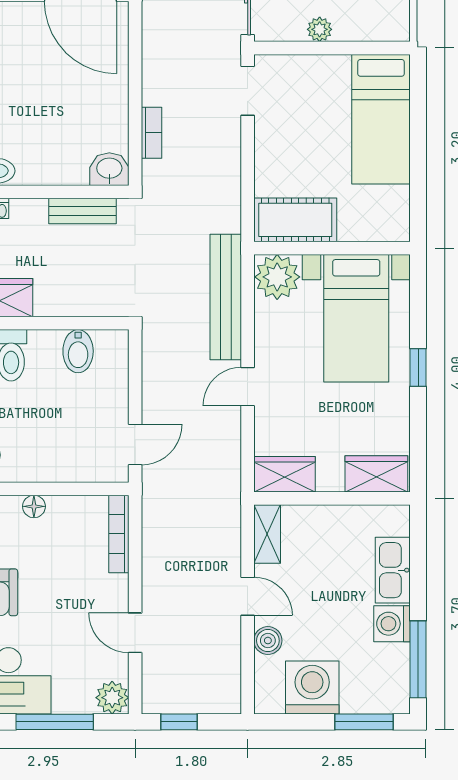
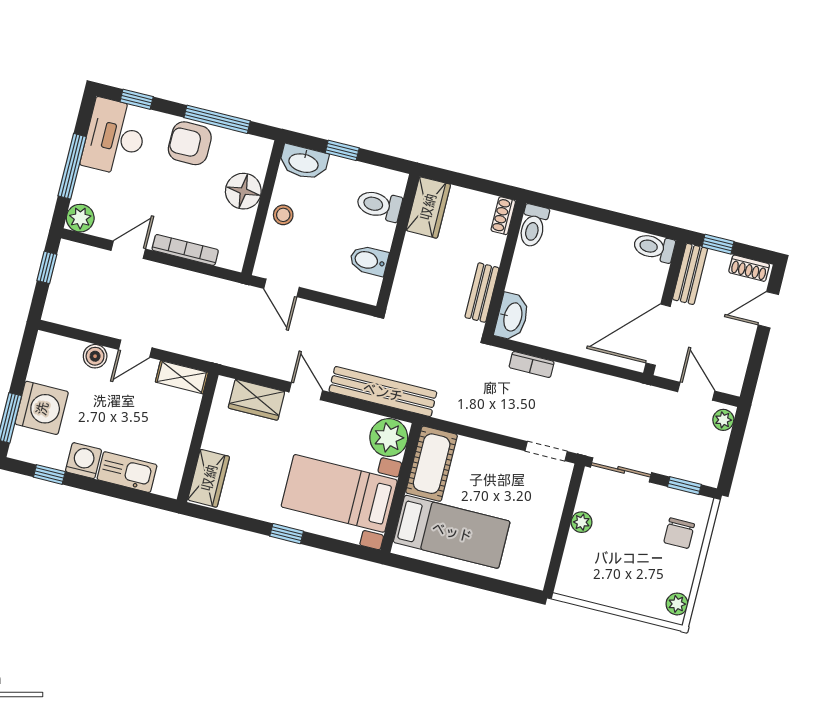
bed: (381, 119) -> (452, 532), moved, turned 180
washbasin: (109, 169) -> (512, 317), width x1.38
stool: (50, 463) -> (283, 215), added
wardrobe: (285, 474) -> (256, 400), moved, turned 90
floor lamp: (34, 506) -> (243, 191), width x1.89, depth x1.89
bookcase: (119, 534) -> (185, 250), moved
window: (418, 659) -> (49, 474), width x0.46
washing machine: (312, 687) -> (42, 408), moved

